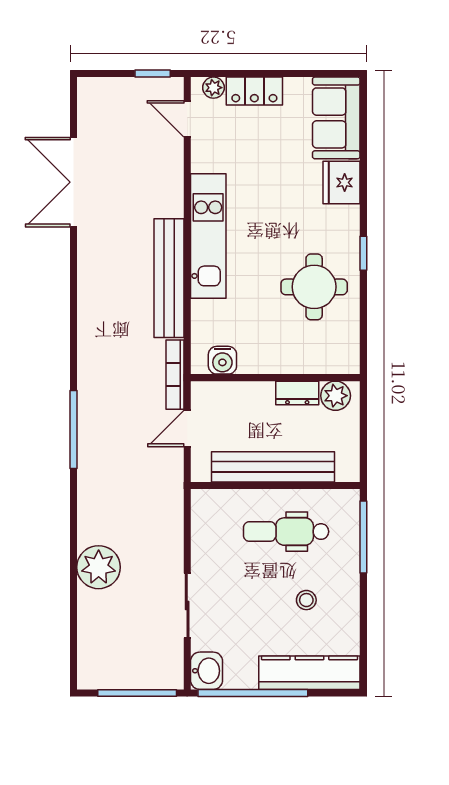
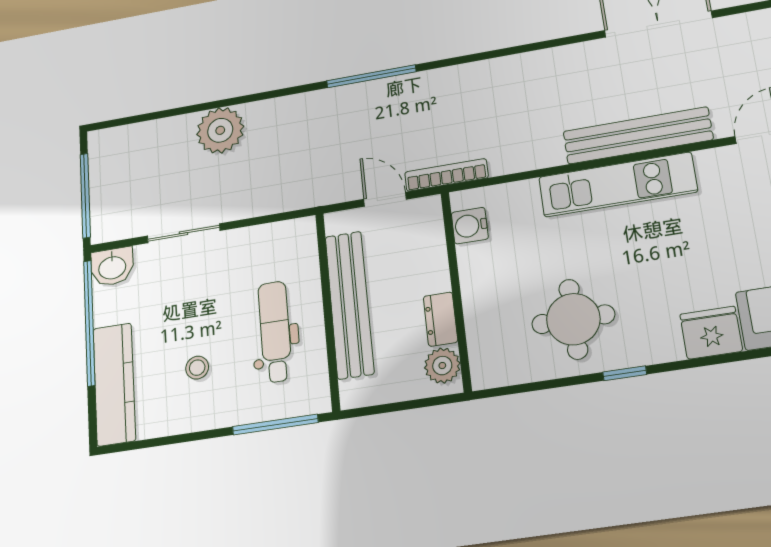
bench: (169, 278) -> (638, 135), moved

